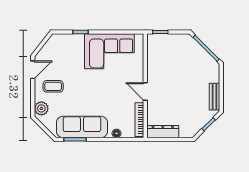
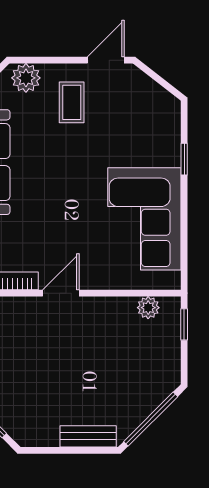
plant: (152, 49) -> (148, 308), added
door: (33, 70) -> (106, 60), swing flipped
bench: (214, 97) -> (88, 436), moved

